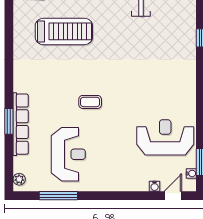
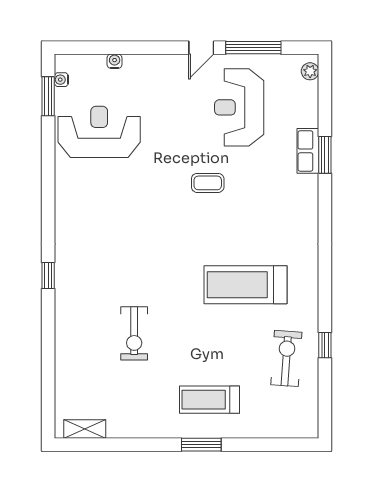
row of seats: (21, 124) -> (308, 151), width x0.50
reception desk: (165, 137) -> (99, 132), turned 180
door: (173, 196) -> (201, 48), moved

